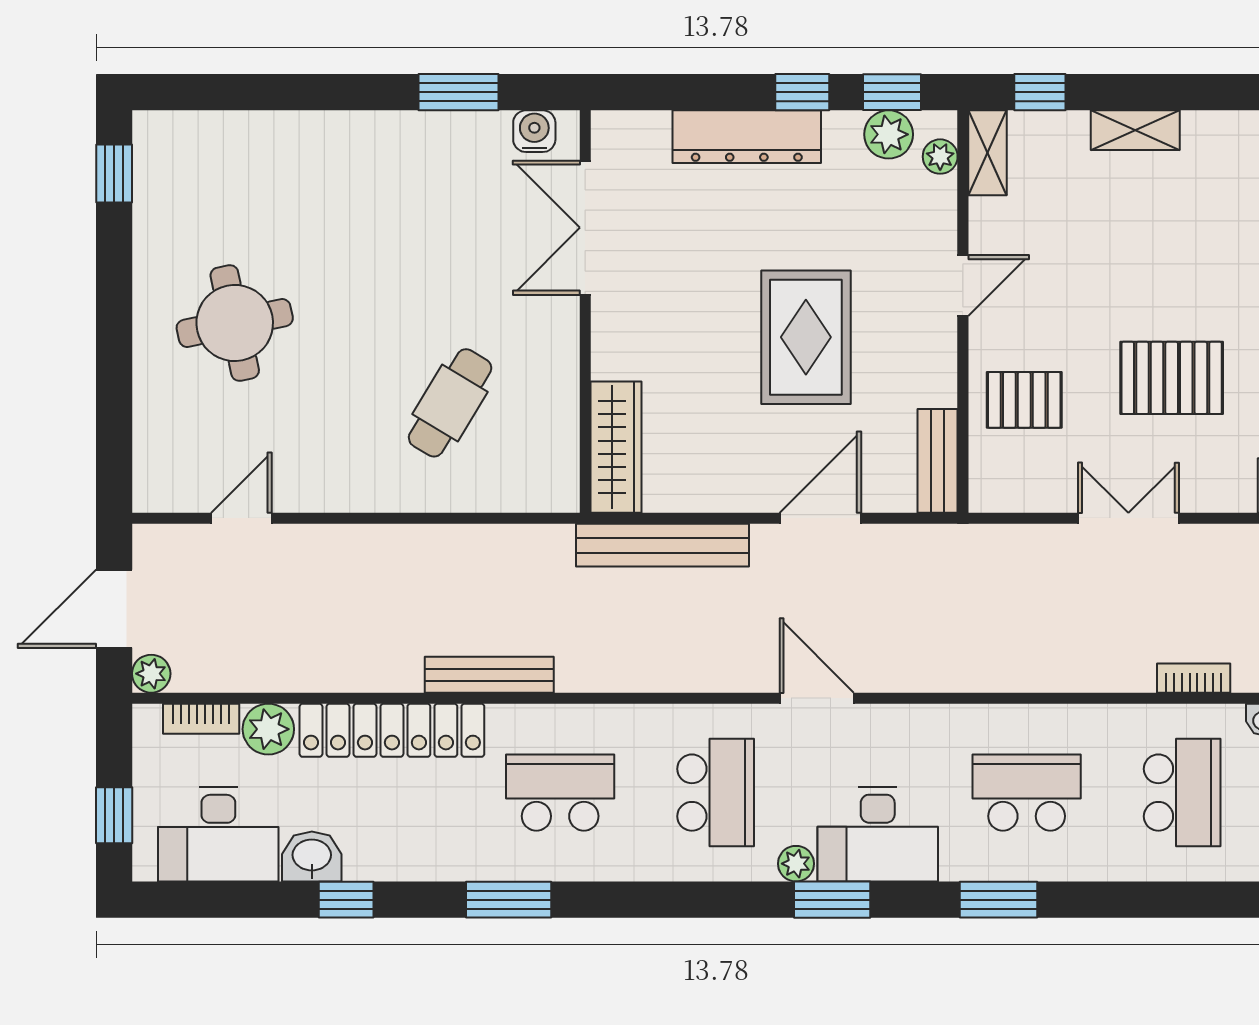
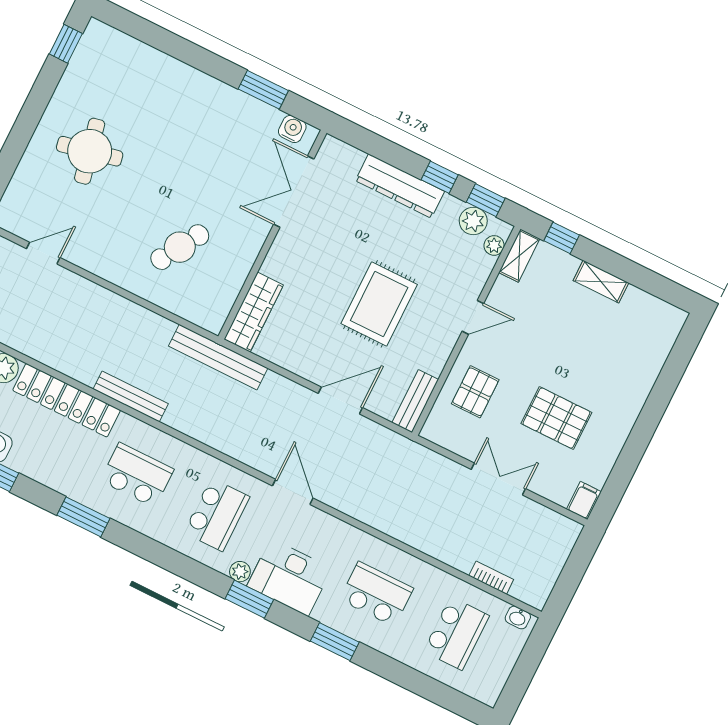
pallet: (1024, 400) -> (475, 392), turned 90
bench: (662, 545) -> (218, 357), moved

